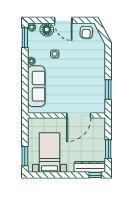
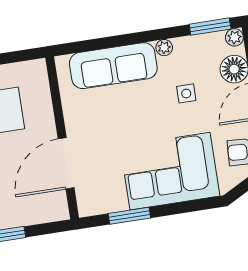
corner sofa: (90, 67) -> (170, 171), added
door: (79, 116) -> (66, 163), hinge flipped

